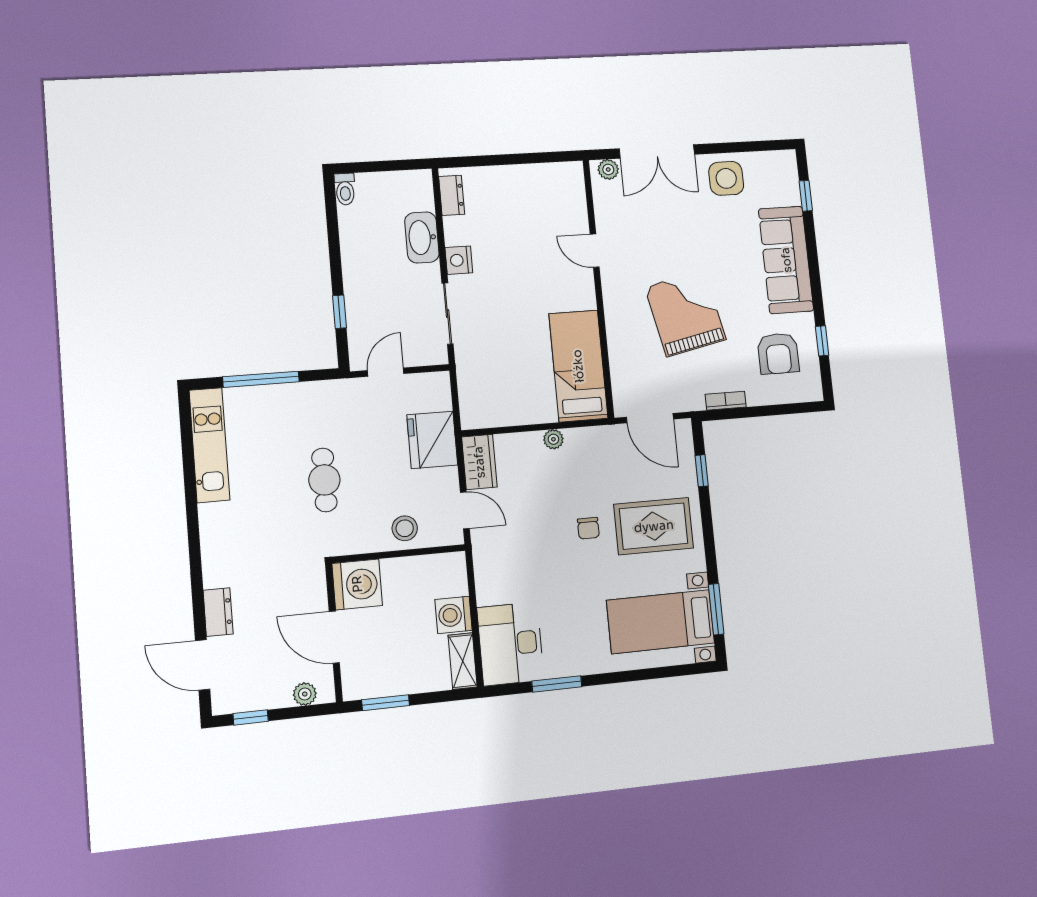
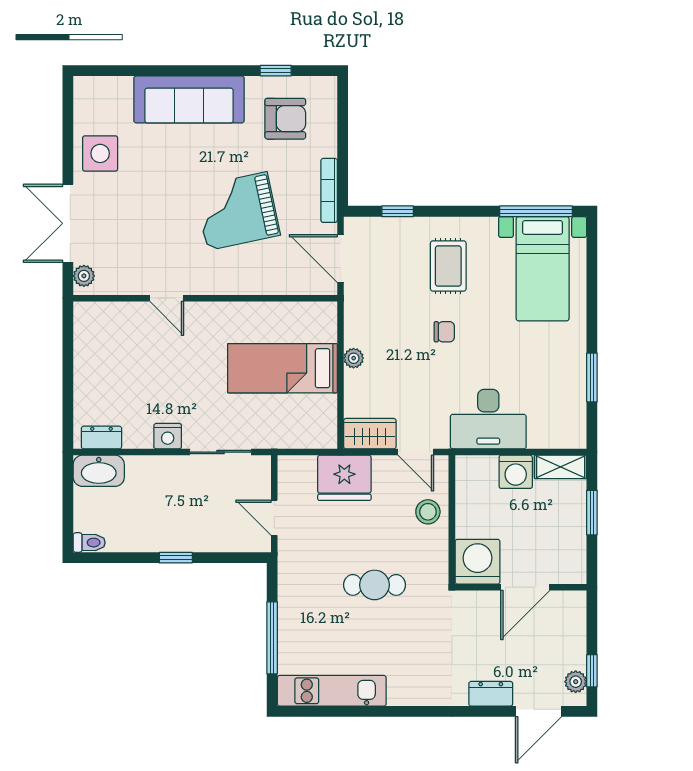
double door: (657, 151) -> (68, 223), swing flipped
window: (806, 196) -> (123, 71), removed
washbasin: (422, 237) -> (99, 471), moved
door: (595, 251) -> (167, 298), hinge flipped
window: (339, 312) -> (176, 558), moved
bed: (578, 366) -> (282, 368), moved
bookcase: (726, 401) -> (329, 190), width x1.56
door: (650, 418) -> (341, 259), swing flipped
door: (465, 510) -> (416, 452), swing flipped
rug: (654, 526) -> (448, 266), width x0.73, depth x0.70
window: (716, 609) -> (536, 211), width x1.44
desk: (511, 644) -> (488, 419), moved
plant: (305, 694) -> (576, 682), moved
window: (386, 703) -> (592, 513), moved

